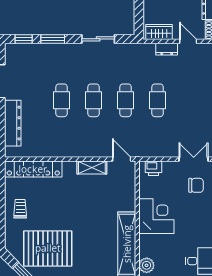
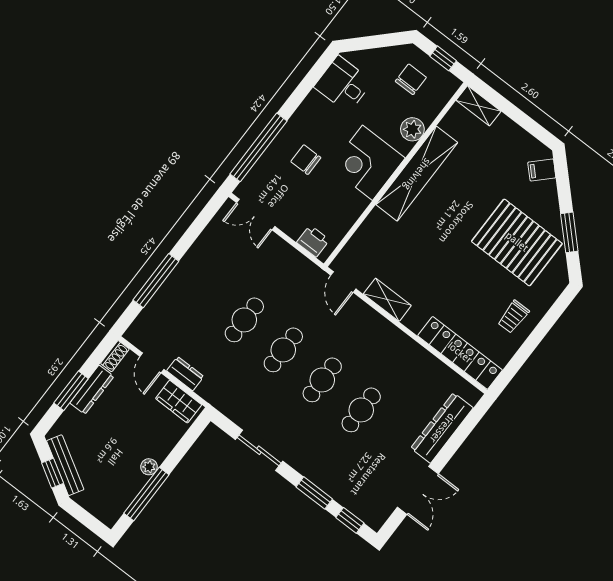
chair: (196, 185) -> (306, 160), moved
corner desk: (156, 216) -> (367, 163), moved

